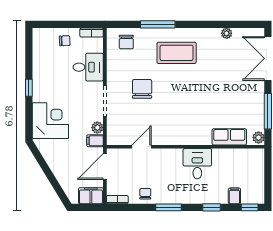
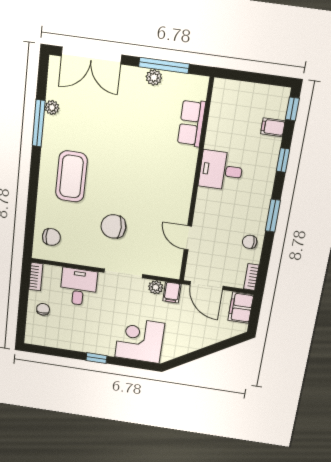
window: (158, 24) -> (39, 123), moved
plant: (258, 138) -> (154, 77), moved

